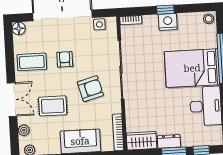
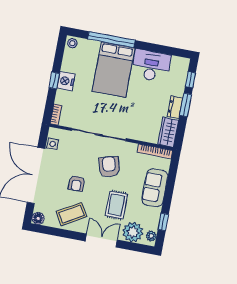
armchair: (65, 59) -> (77, 183), turned -90
coffee table: (32, 62) -> (72, 214), turned 59
plant: (24, 130) -> (133, 232), width x1.87, depth x1.87

